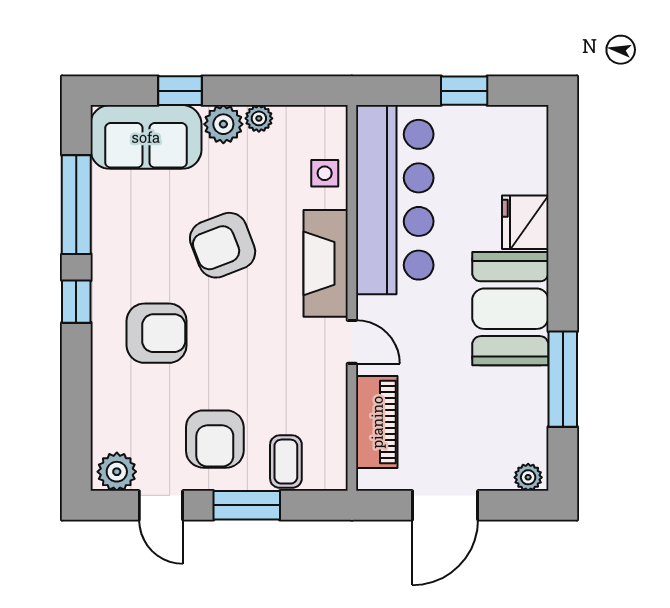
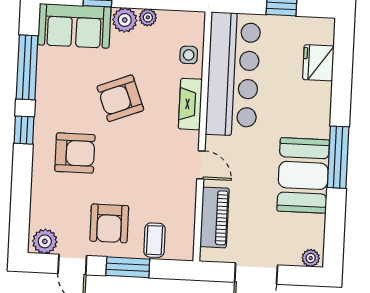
fridge: (525, 222) -> (318, 63), moved
fireplace: (326, 263) -> (190, 104), width x0.73, depth x0.76
booth: (510, 309) -> (303, 175), moved
window: (563, 379) -> (338, 157), moved

